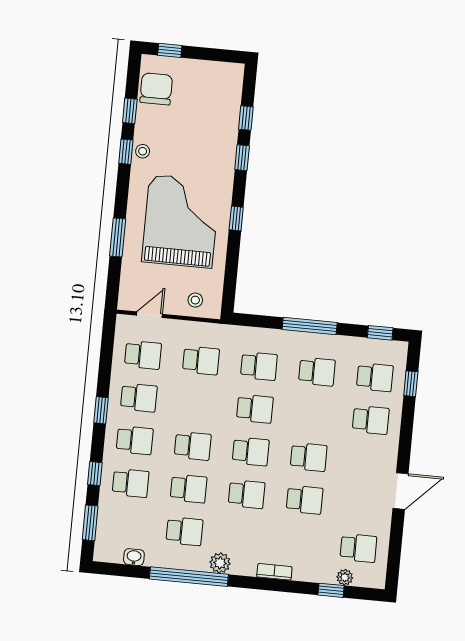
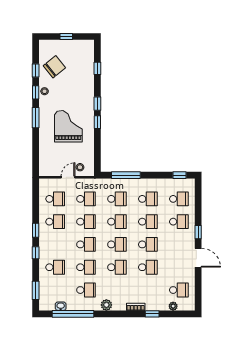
window: (170, 50) -> (66, 36), moved
chair: (156, 89) -> (54, 67), moved, turned 51
window: (242, 158) -> (97, 104), moved
grand piano: (181, 221) -> (68, 126), width x0.73, depth x0.68
window: (118, 238) -> (36, 118), moved
door: (150, 315) -> (68, 177), moved
window: (310, 326) -> (126, 175), moved
window: (411, 384) -> (198, 232), moved
school desk: (313, 414) -> (148, 222), added
school desk: (135, 440) -> (86, 222), moved
window: (95, 474) -> (36, 253), moved
door: (400, 491) -> (198, 258), hinge flipped
window: (189, 577) -> (73, 314), moved
window: (331, 590) -> (152, 314), moved

